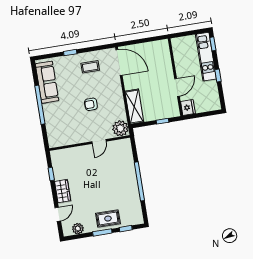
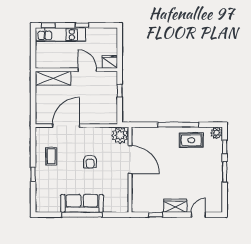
door: (119, 62) -> (66, 126), moved
sofa: (47, 82) -> (82, 203), moved
shelving: (134, 107) -> (53, 78), moved
door: (99, 141) -> (130, 160), width x1.87
door: (58, 214) -> (198, 215), hinge flipped
rug: (108, 219) -> (191, 140), moved, turned 90
plant: (78, 229) -> (217, 133), moved

